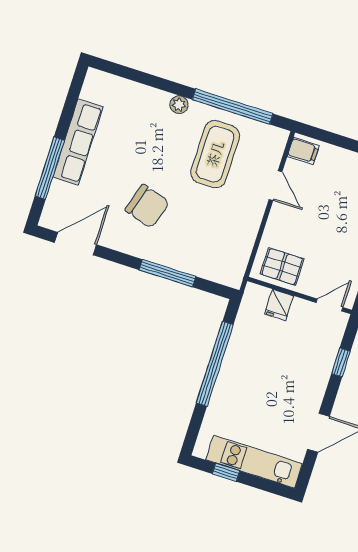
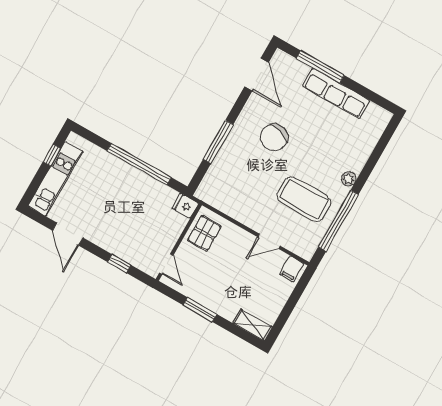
fridge: (279, 305) -> (185, 206), moved

